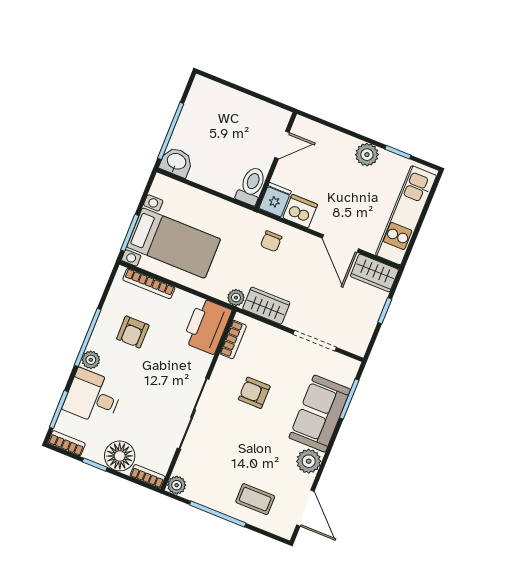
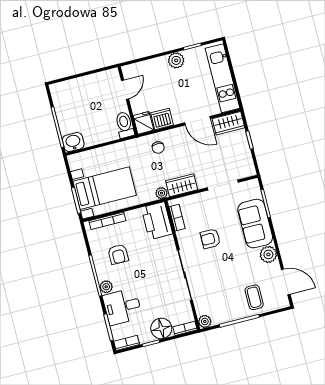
coffee table: (255, 499) -> (254, 297), turned 90

